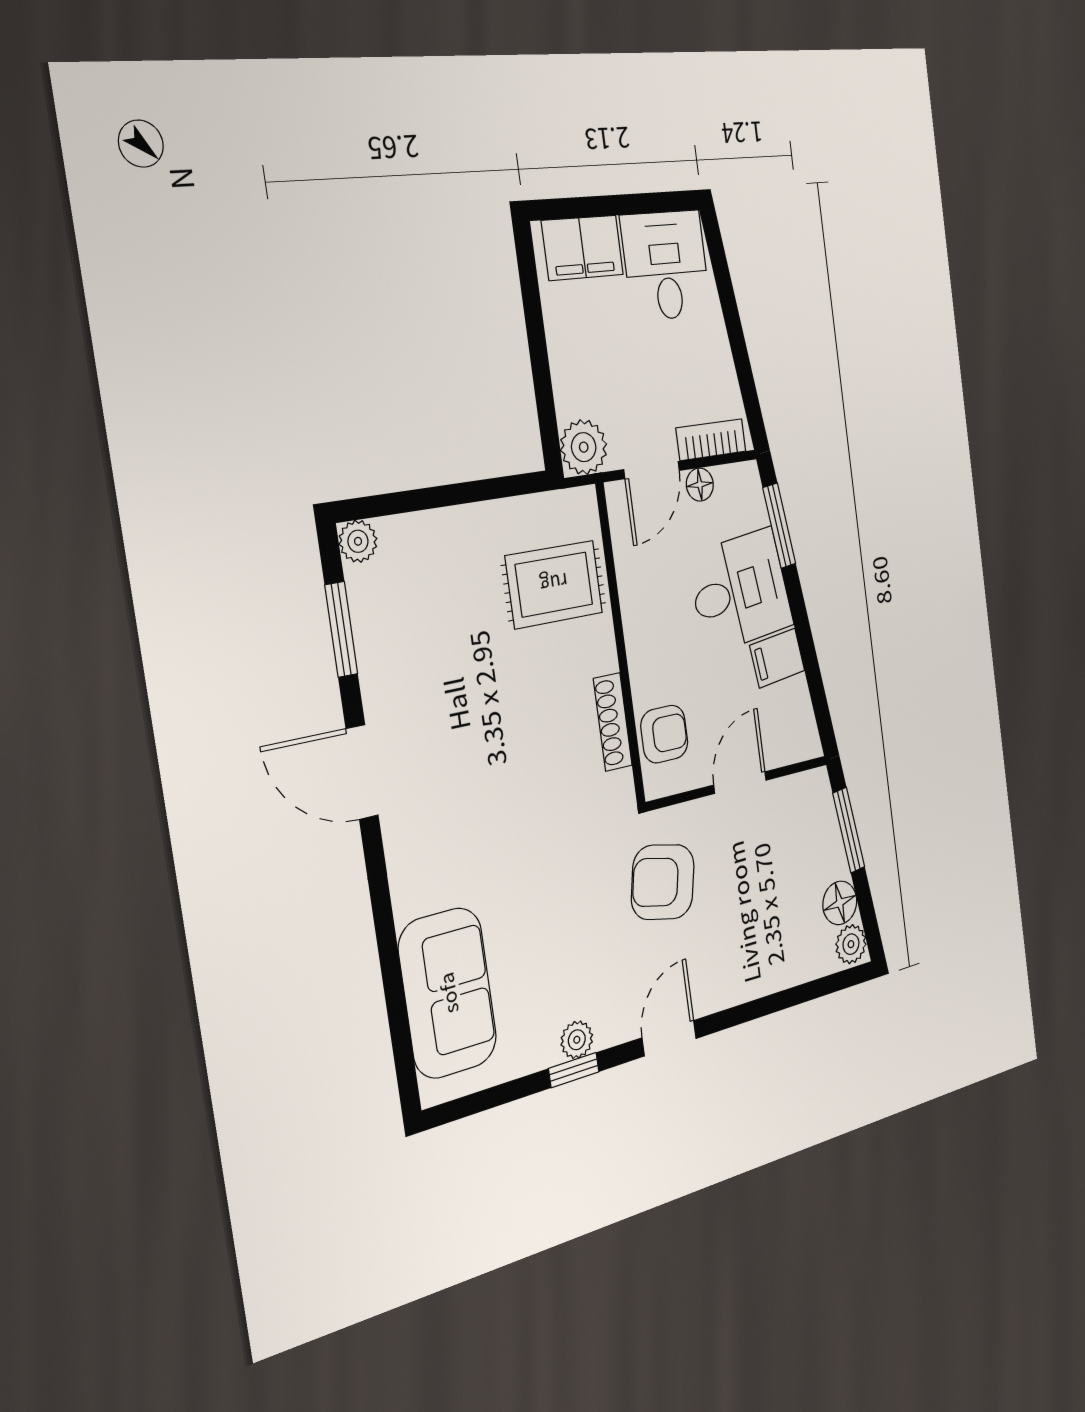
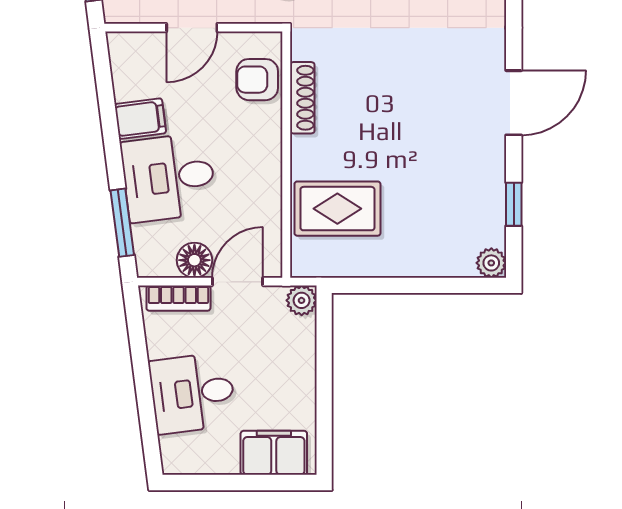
desk: (666, 265) -> (193, 393), moved, turned 83
plant: (584, 447) -> (302, 300), width x0.73, depth x0.73
floor lamp: (700, 485) -> (194, 260), width x1.37, depth x1.37
window: (341, 629) -> (514, 204), width x0.67
door: (362, 772) -> (514, 103), hinge flipped

